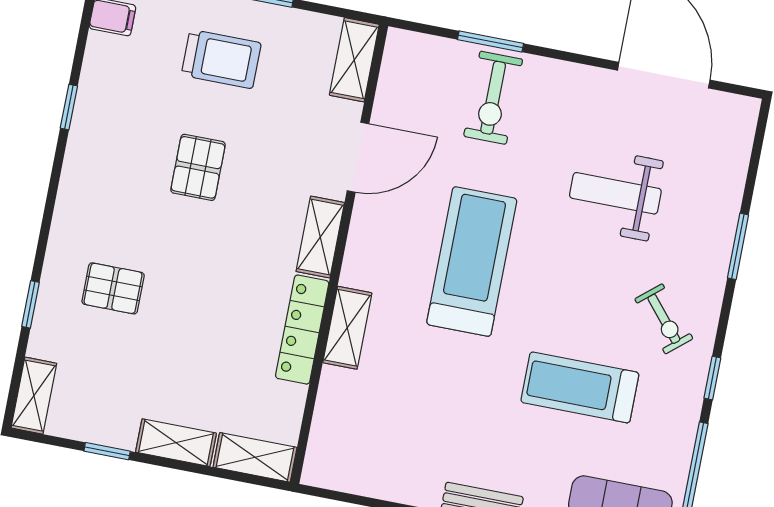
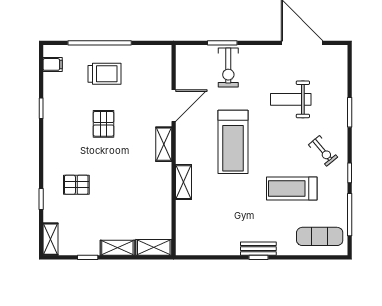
shelving: (354, 60) -> (163, 63), removed
treadmill: (472, 262) -> (233, 142), turned 180
locker: (302, 330) -> (164, 187), removed

